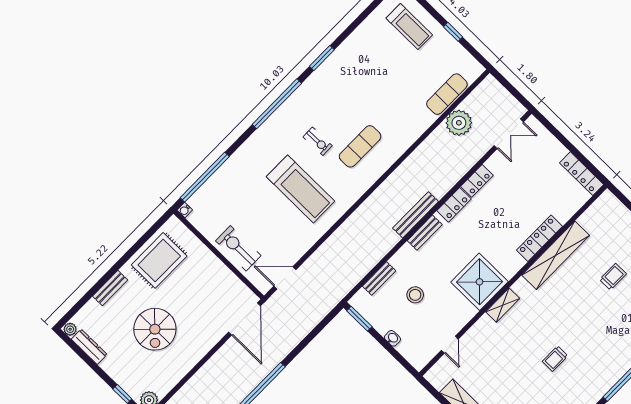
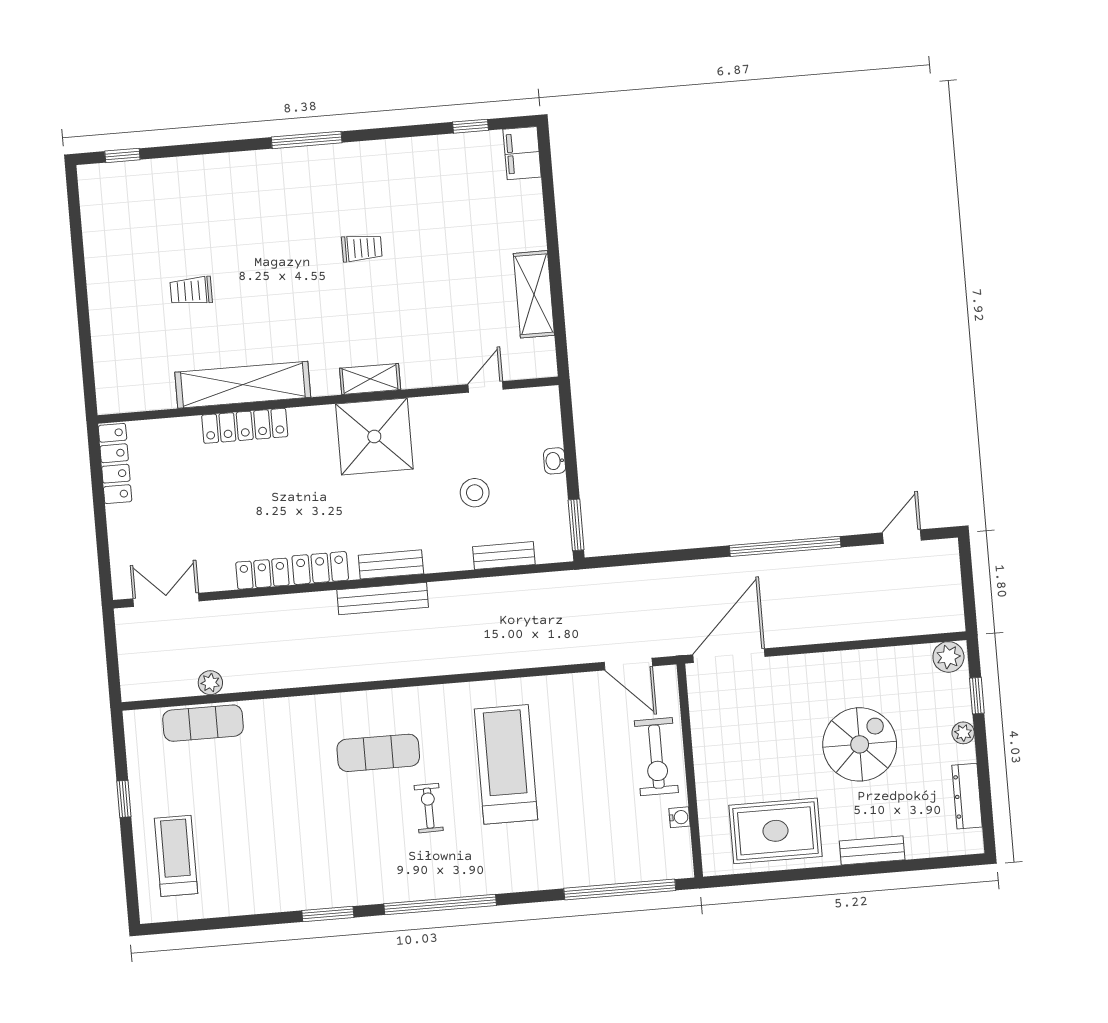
plant: (459, 123) -> (210, 683), width x0.53, depth x0.53
water cooler: (185, 210) -> (680, 817), moved
plant: (70, 329) -> (963, 733), moved

